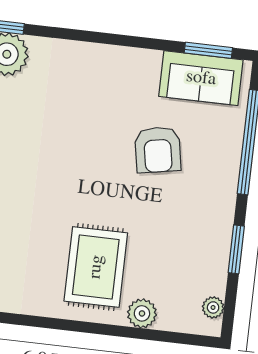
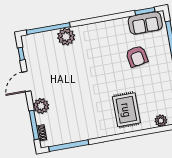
plant: (142, 313) -> (161, 121), moved

